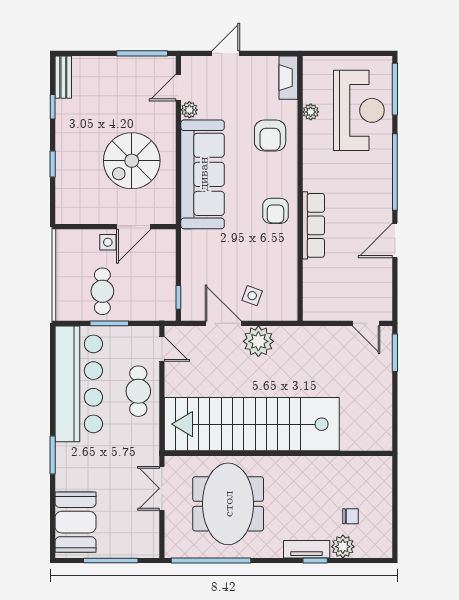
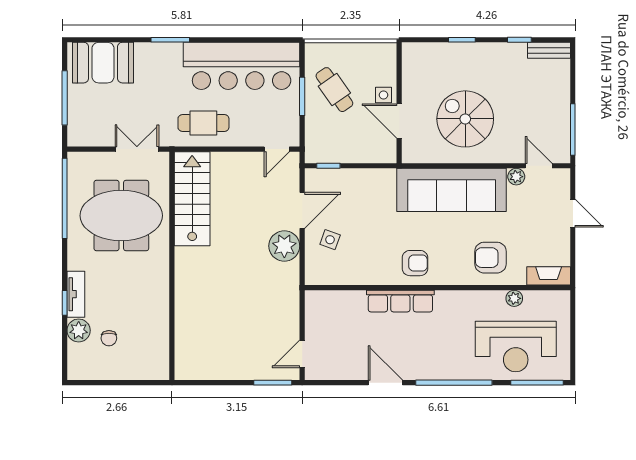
armchair: (275, 211) -> (415, 263), turned 180
cafe table: (102, 291) -> (334, 90), turned 55
cafe table: (138, 391) -> (203, 123), moved
stairs: (252, 424) -> (192, 199), width x0.54, depth x0.66

